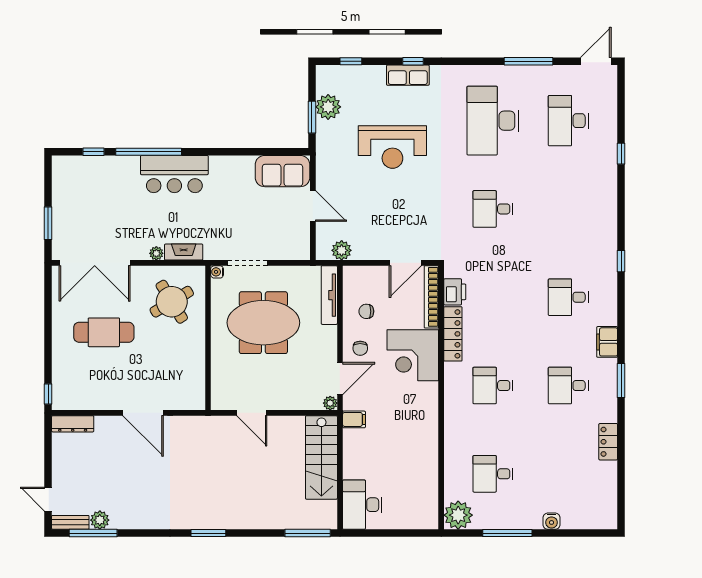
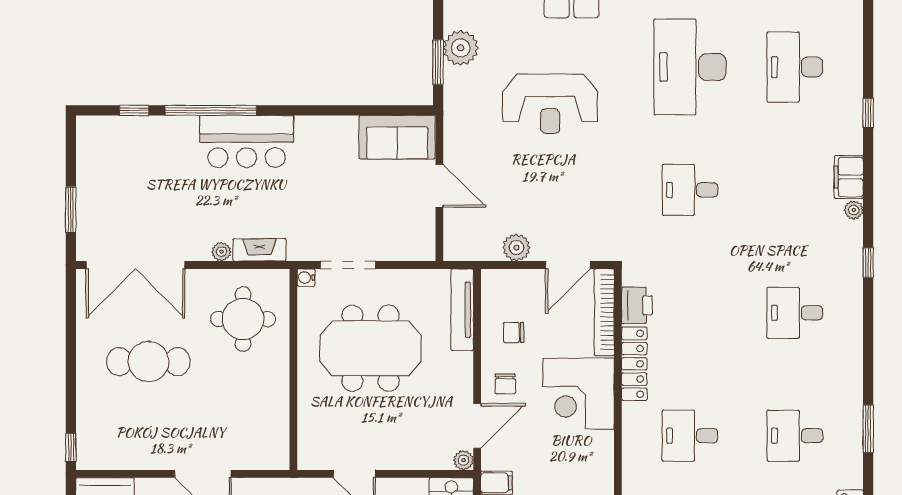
plant: (611, 223) -> (854, 210), added
plant: (342, 250) -> (516, 248), moved
round table: (172, 302) -> (243, 319), turned 31
filing cabinet: (607, 342) -> (849, 177), moved

